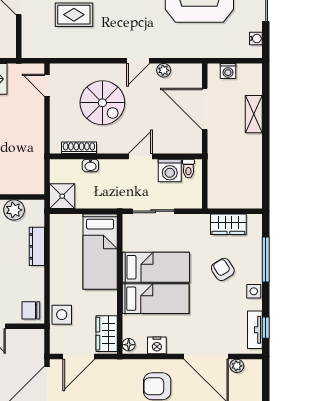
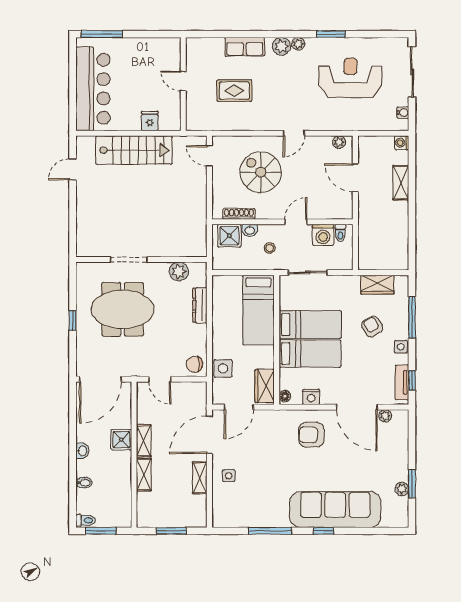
plant: (164, 70) -> (339, 142), moved
washing machine: (228, 71) -> (402, 143), moved, turned 90
spiral stairs: (102, 103) -> (261, 172), turned 180
door: (205, 109) -> (355, 178), width x0.73
stool: (112, 185) -> (270, 248), added
shower: (62, 196) -> (229, 236), moved

